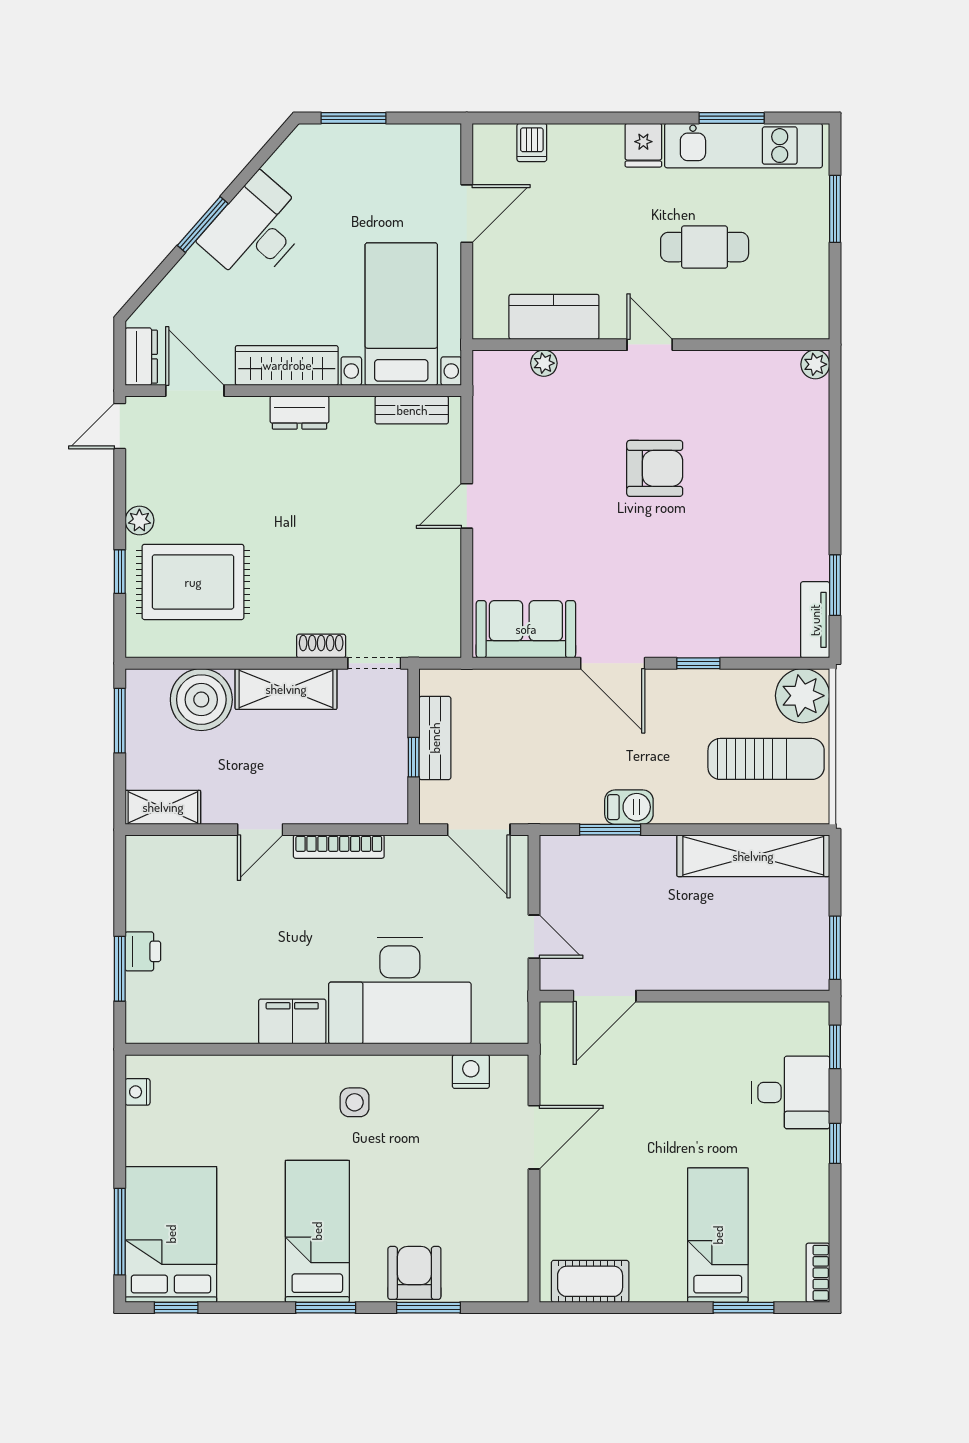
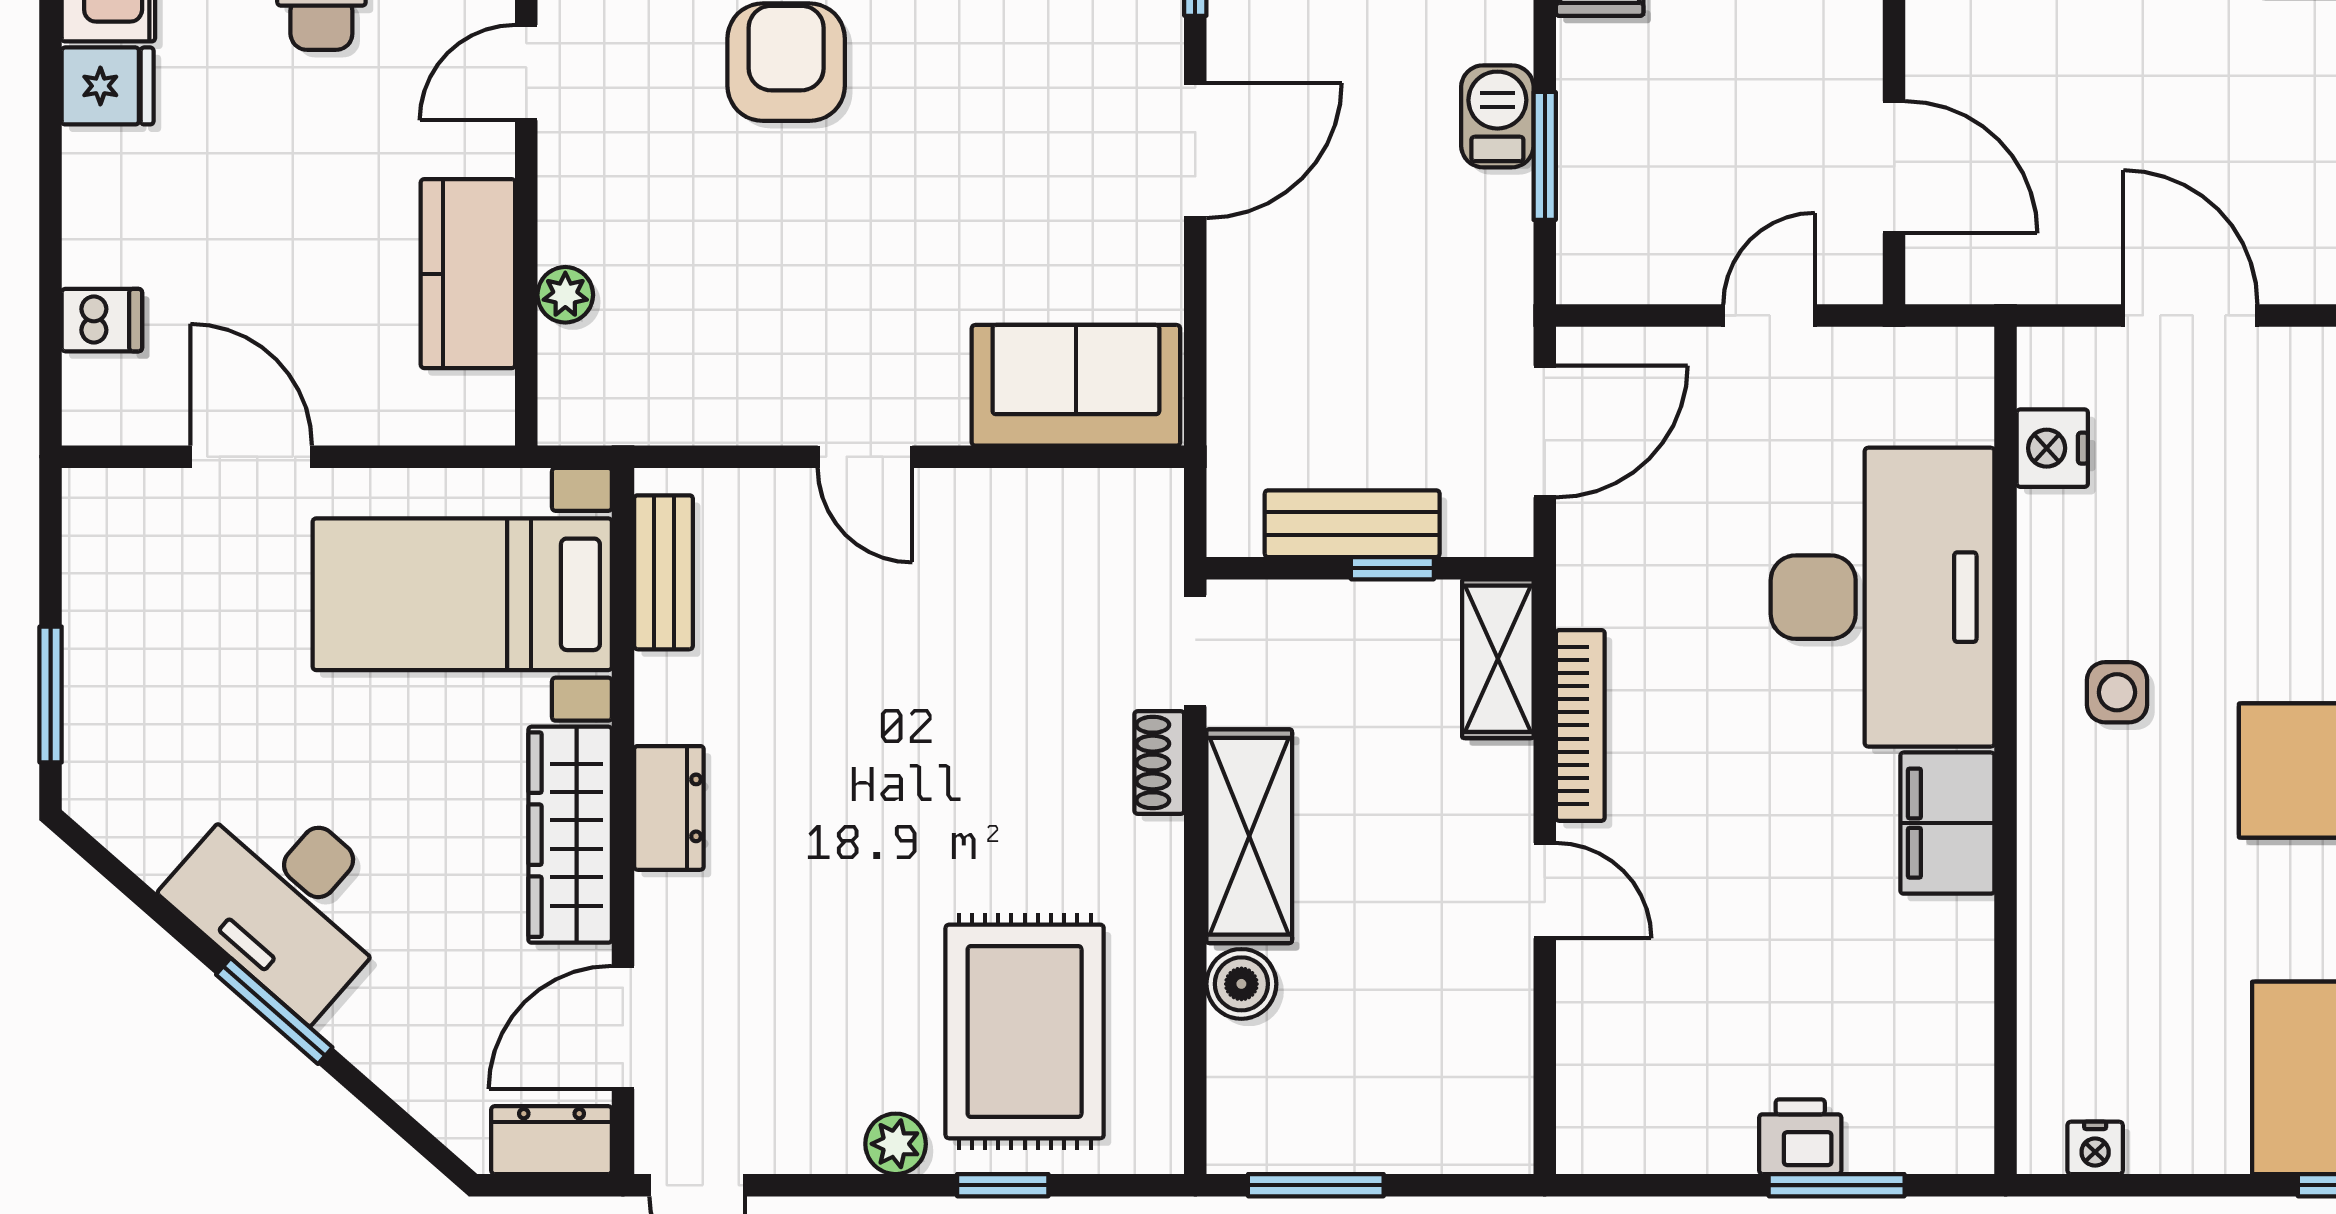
sofa: (526, 629) -> (1076, 385), moved, turned 90
boiler: (201, 700) -> (1241, 984), width x0.54, depth x0.54
shelving: (163, 807) -> (1498, 659), moved

